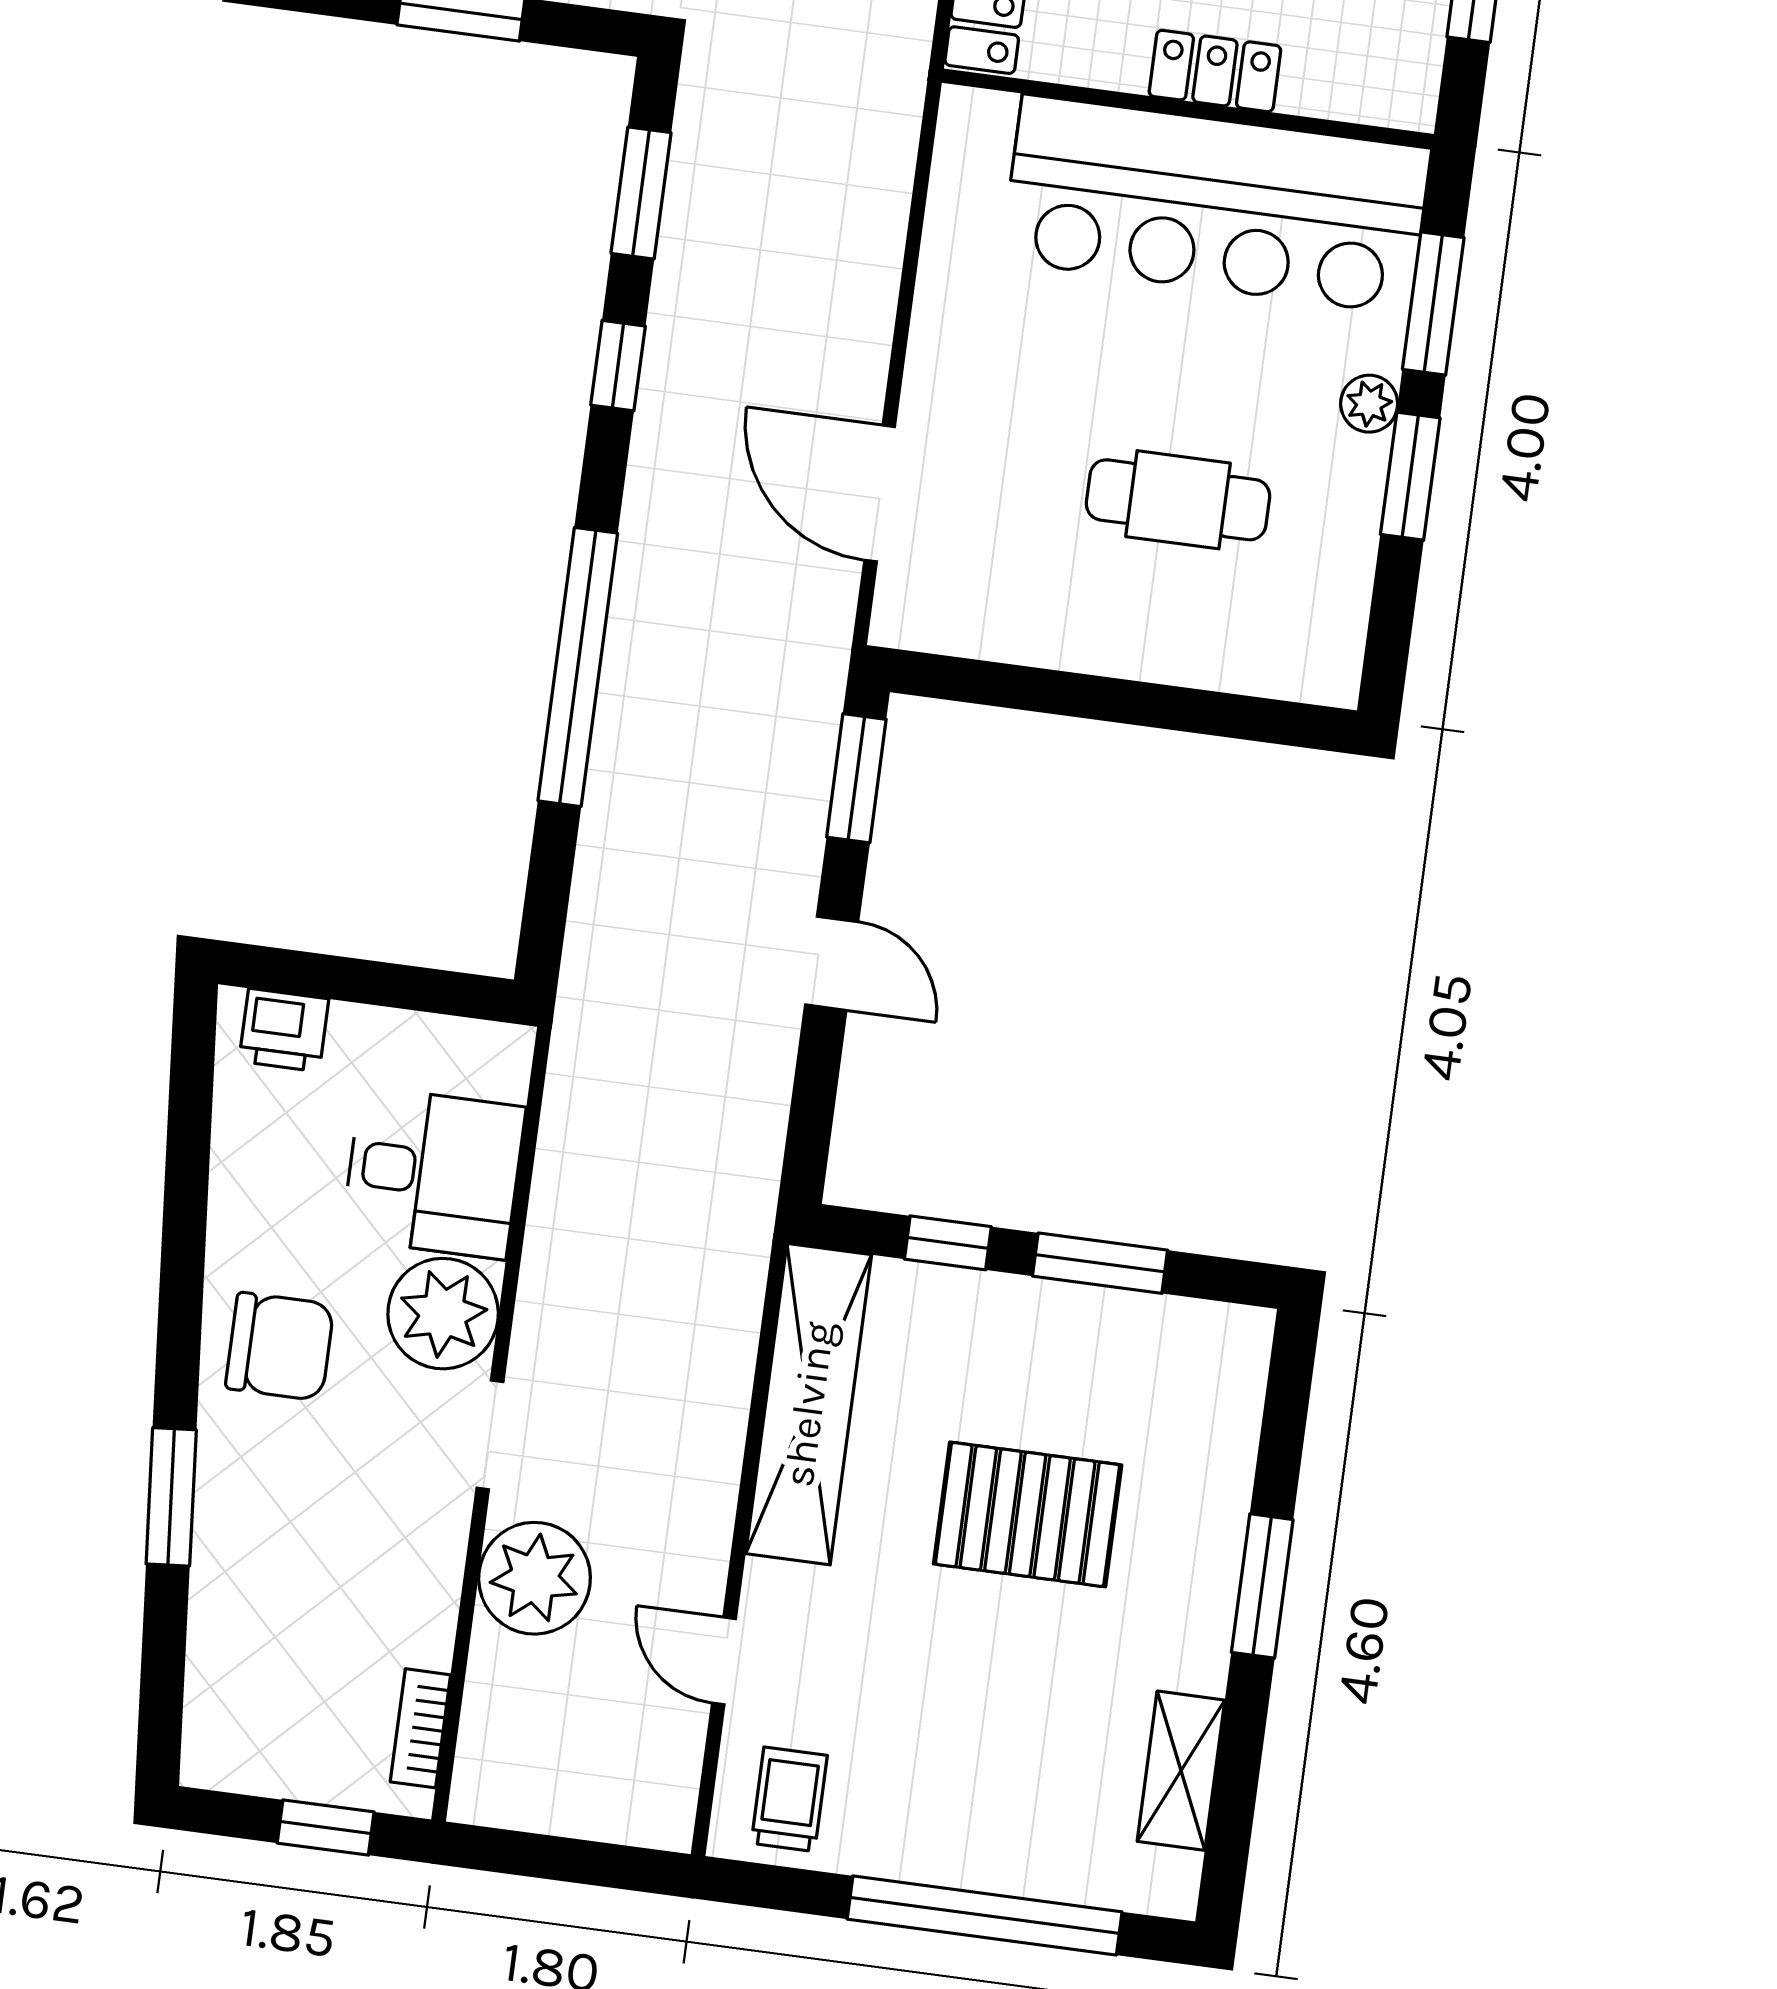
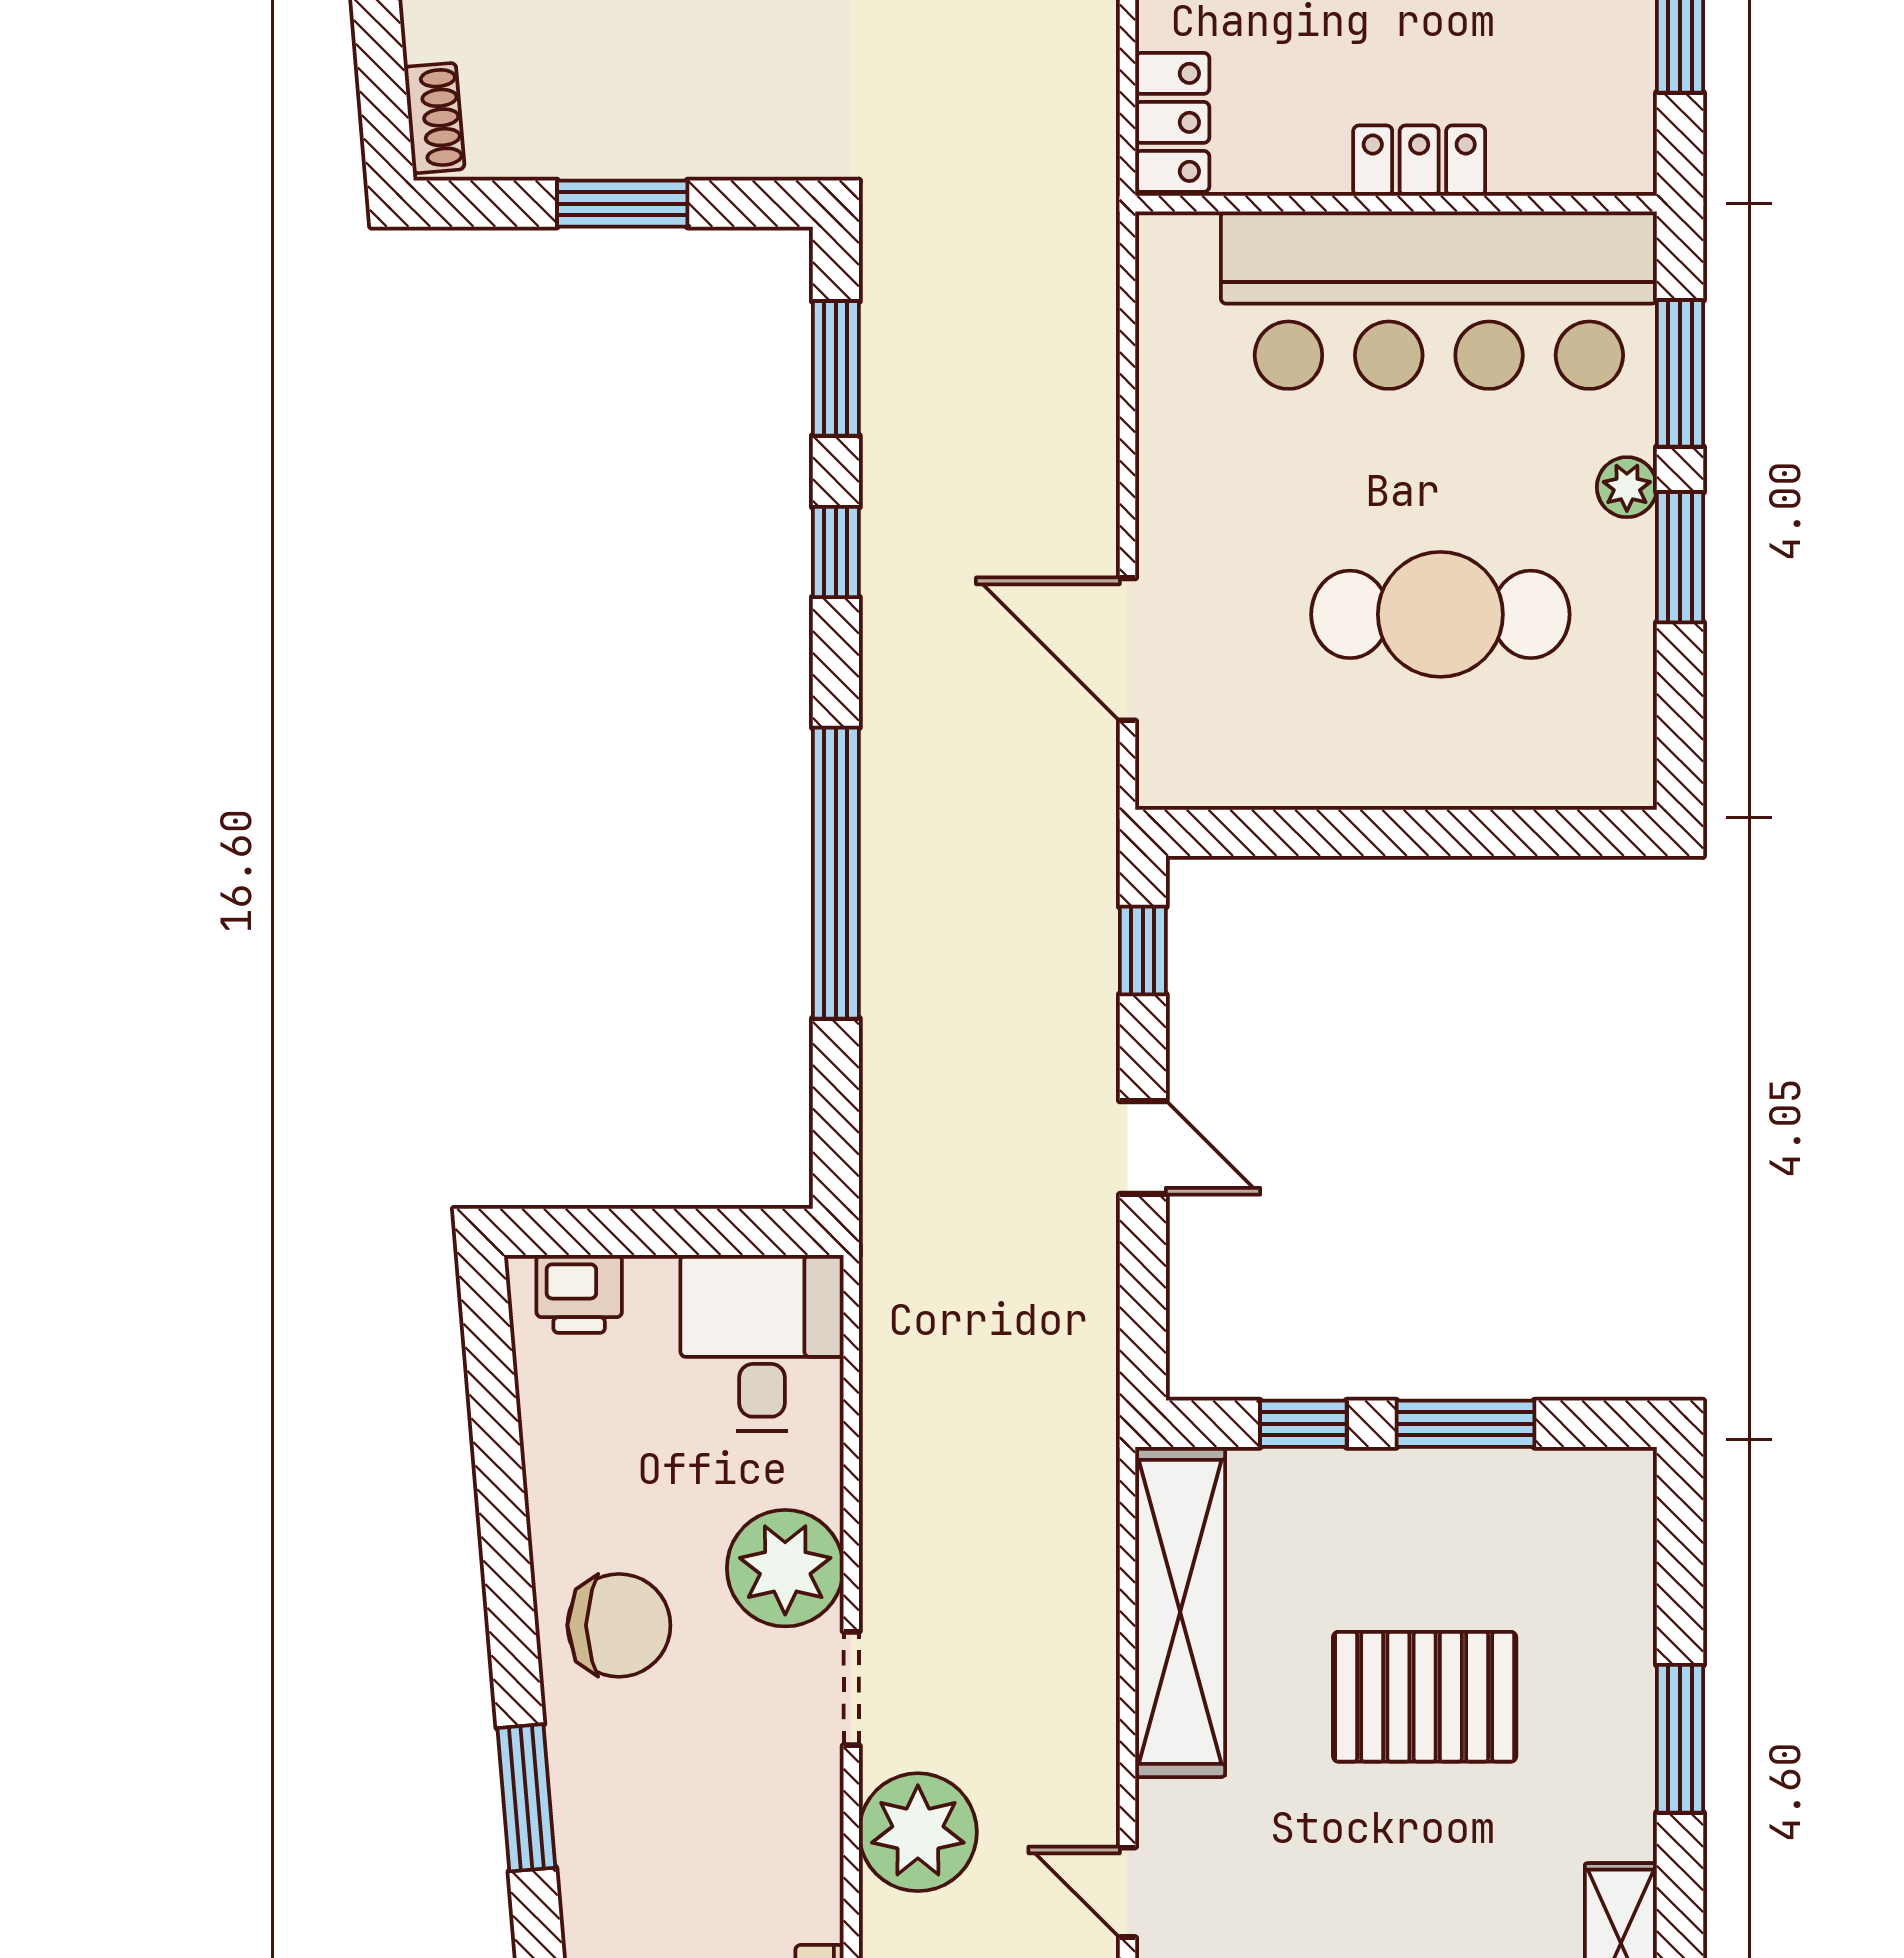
cafe table: (1178, 500) -> (1440, 614), width x1.37, depth x1.35
window: (856, 778) -> (1143, 950), width x0.67
desk: (434, 1173) -> (762, 1343), moved, turned -90

